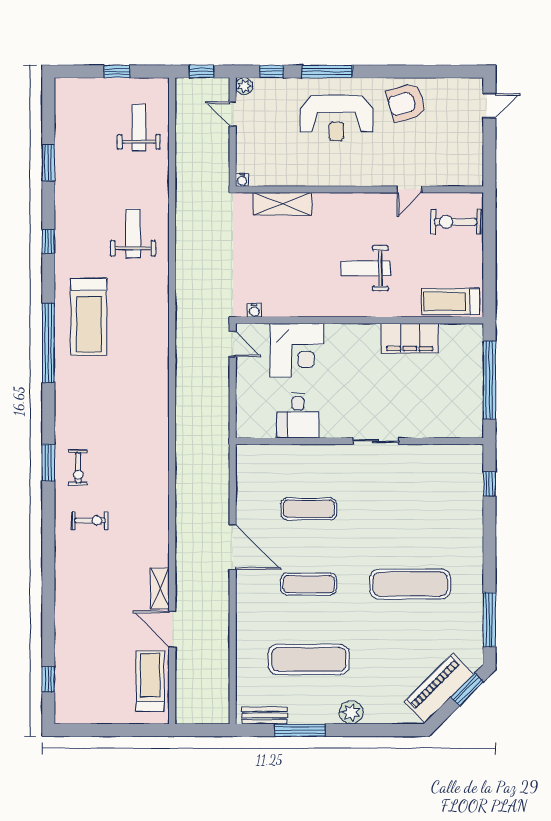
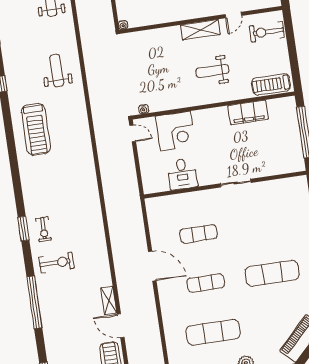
shelving: (282, 204) -> (200, 30), moved
window: (48, 343) -> (34, 302), moved
exercise bike: (90, 521) -> (56, 263), width x1.38, depth x1.39

